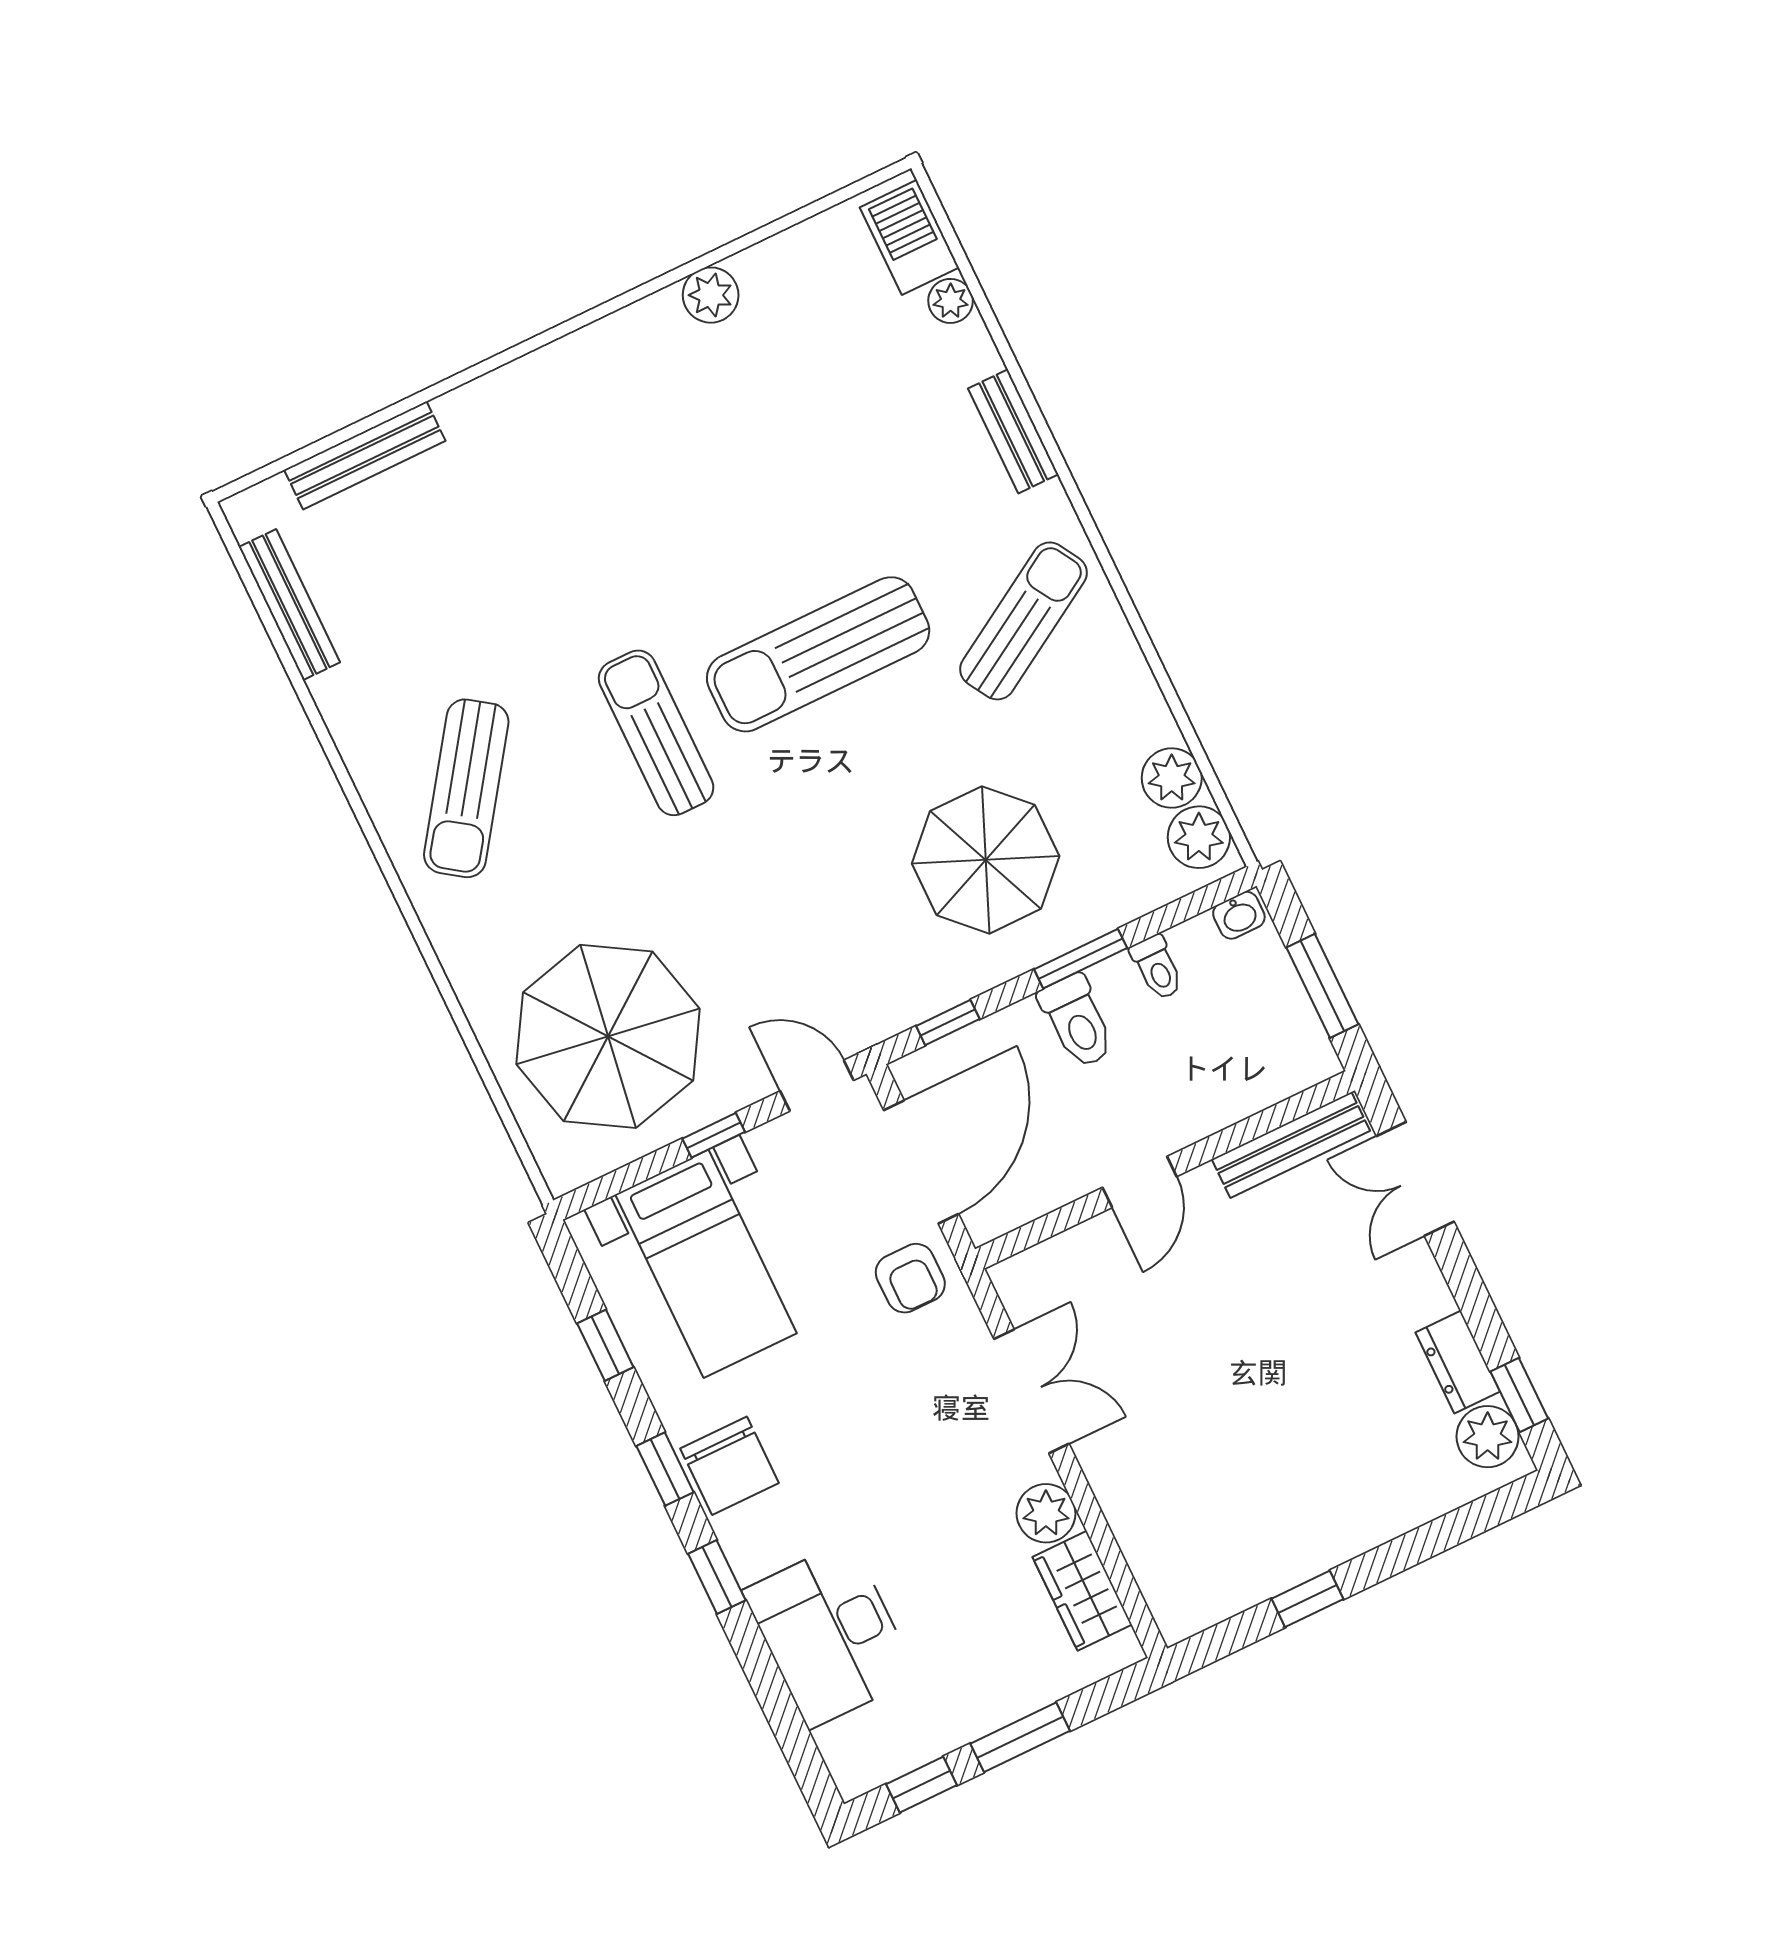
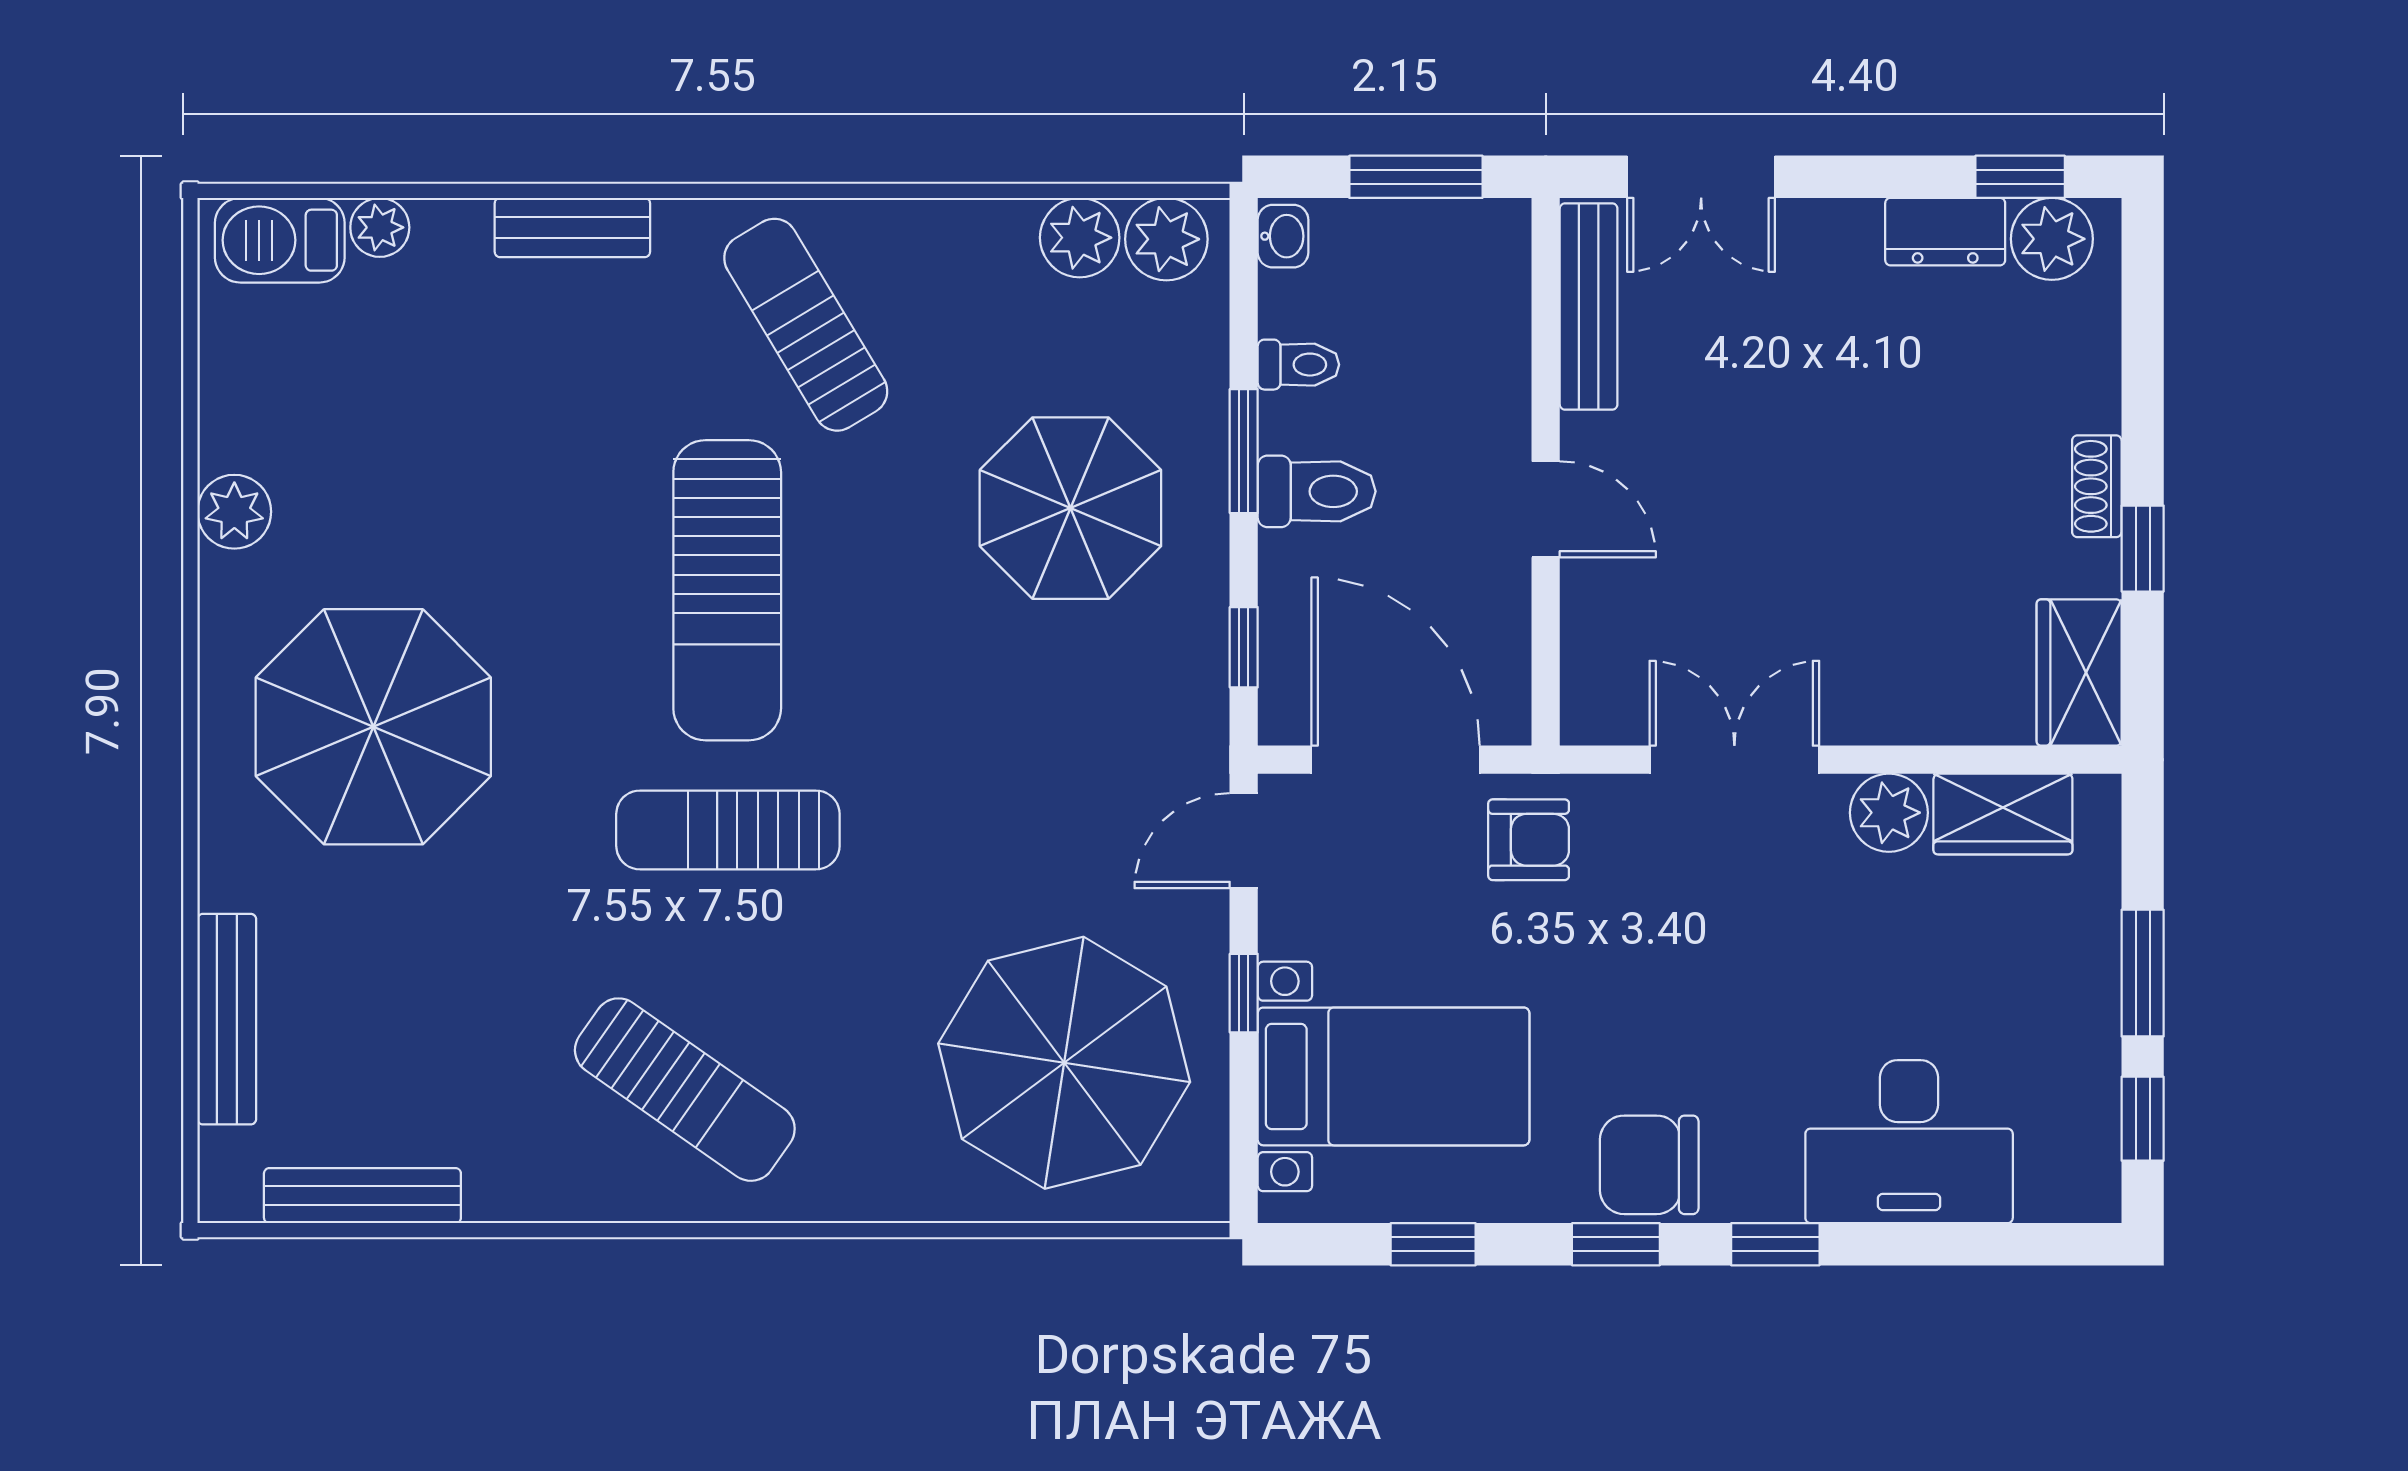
parasol: (610, 459) -> (373, 727), added
chair: (730, 1466) -> (1649, 1165), turned 180
shoe rack: (1335, 1548) -> (2097, 486), added
wardrobe: (1203, 1596) -> (2079, 673), added

